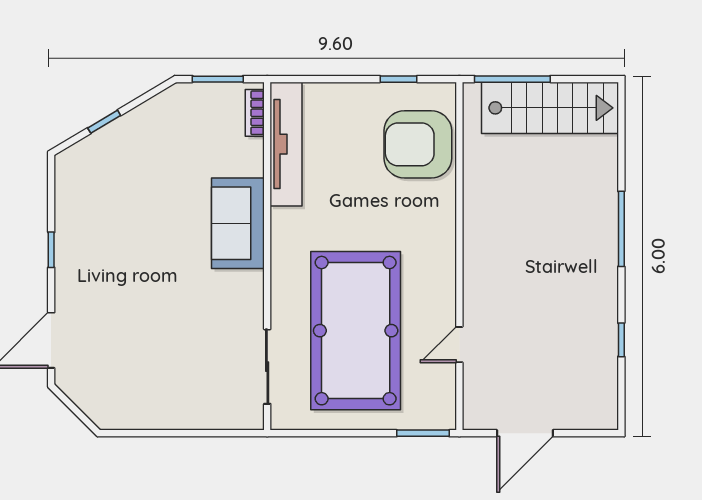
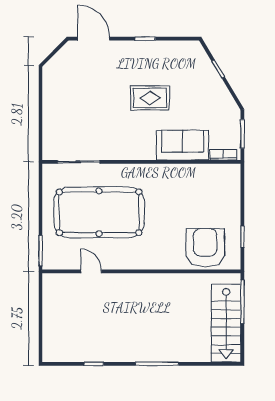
tv unit: (286, 144) -> (205, 173), removed
sofa: (238, 223) -> (183, 145), moved
rug: (155, 241) -> (150, 98), added
door: (525, 433) -> (41, 309), removed

